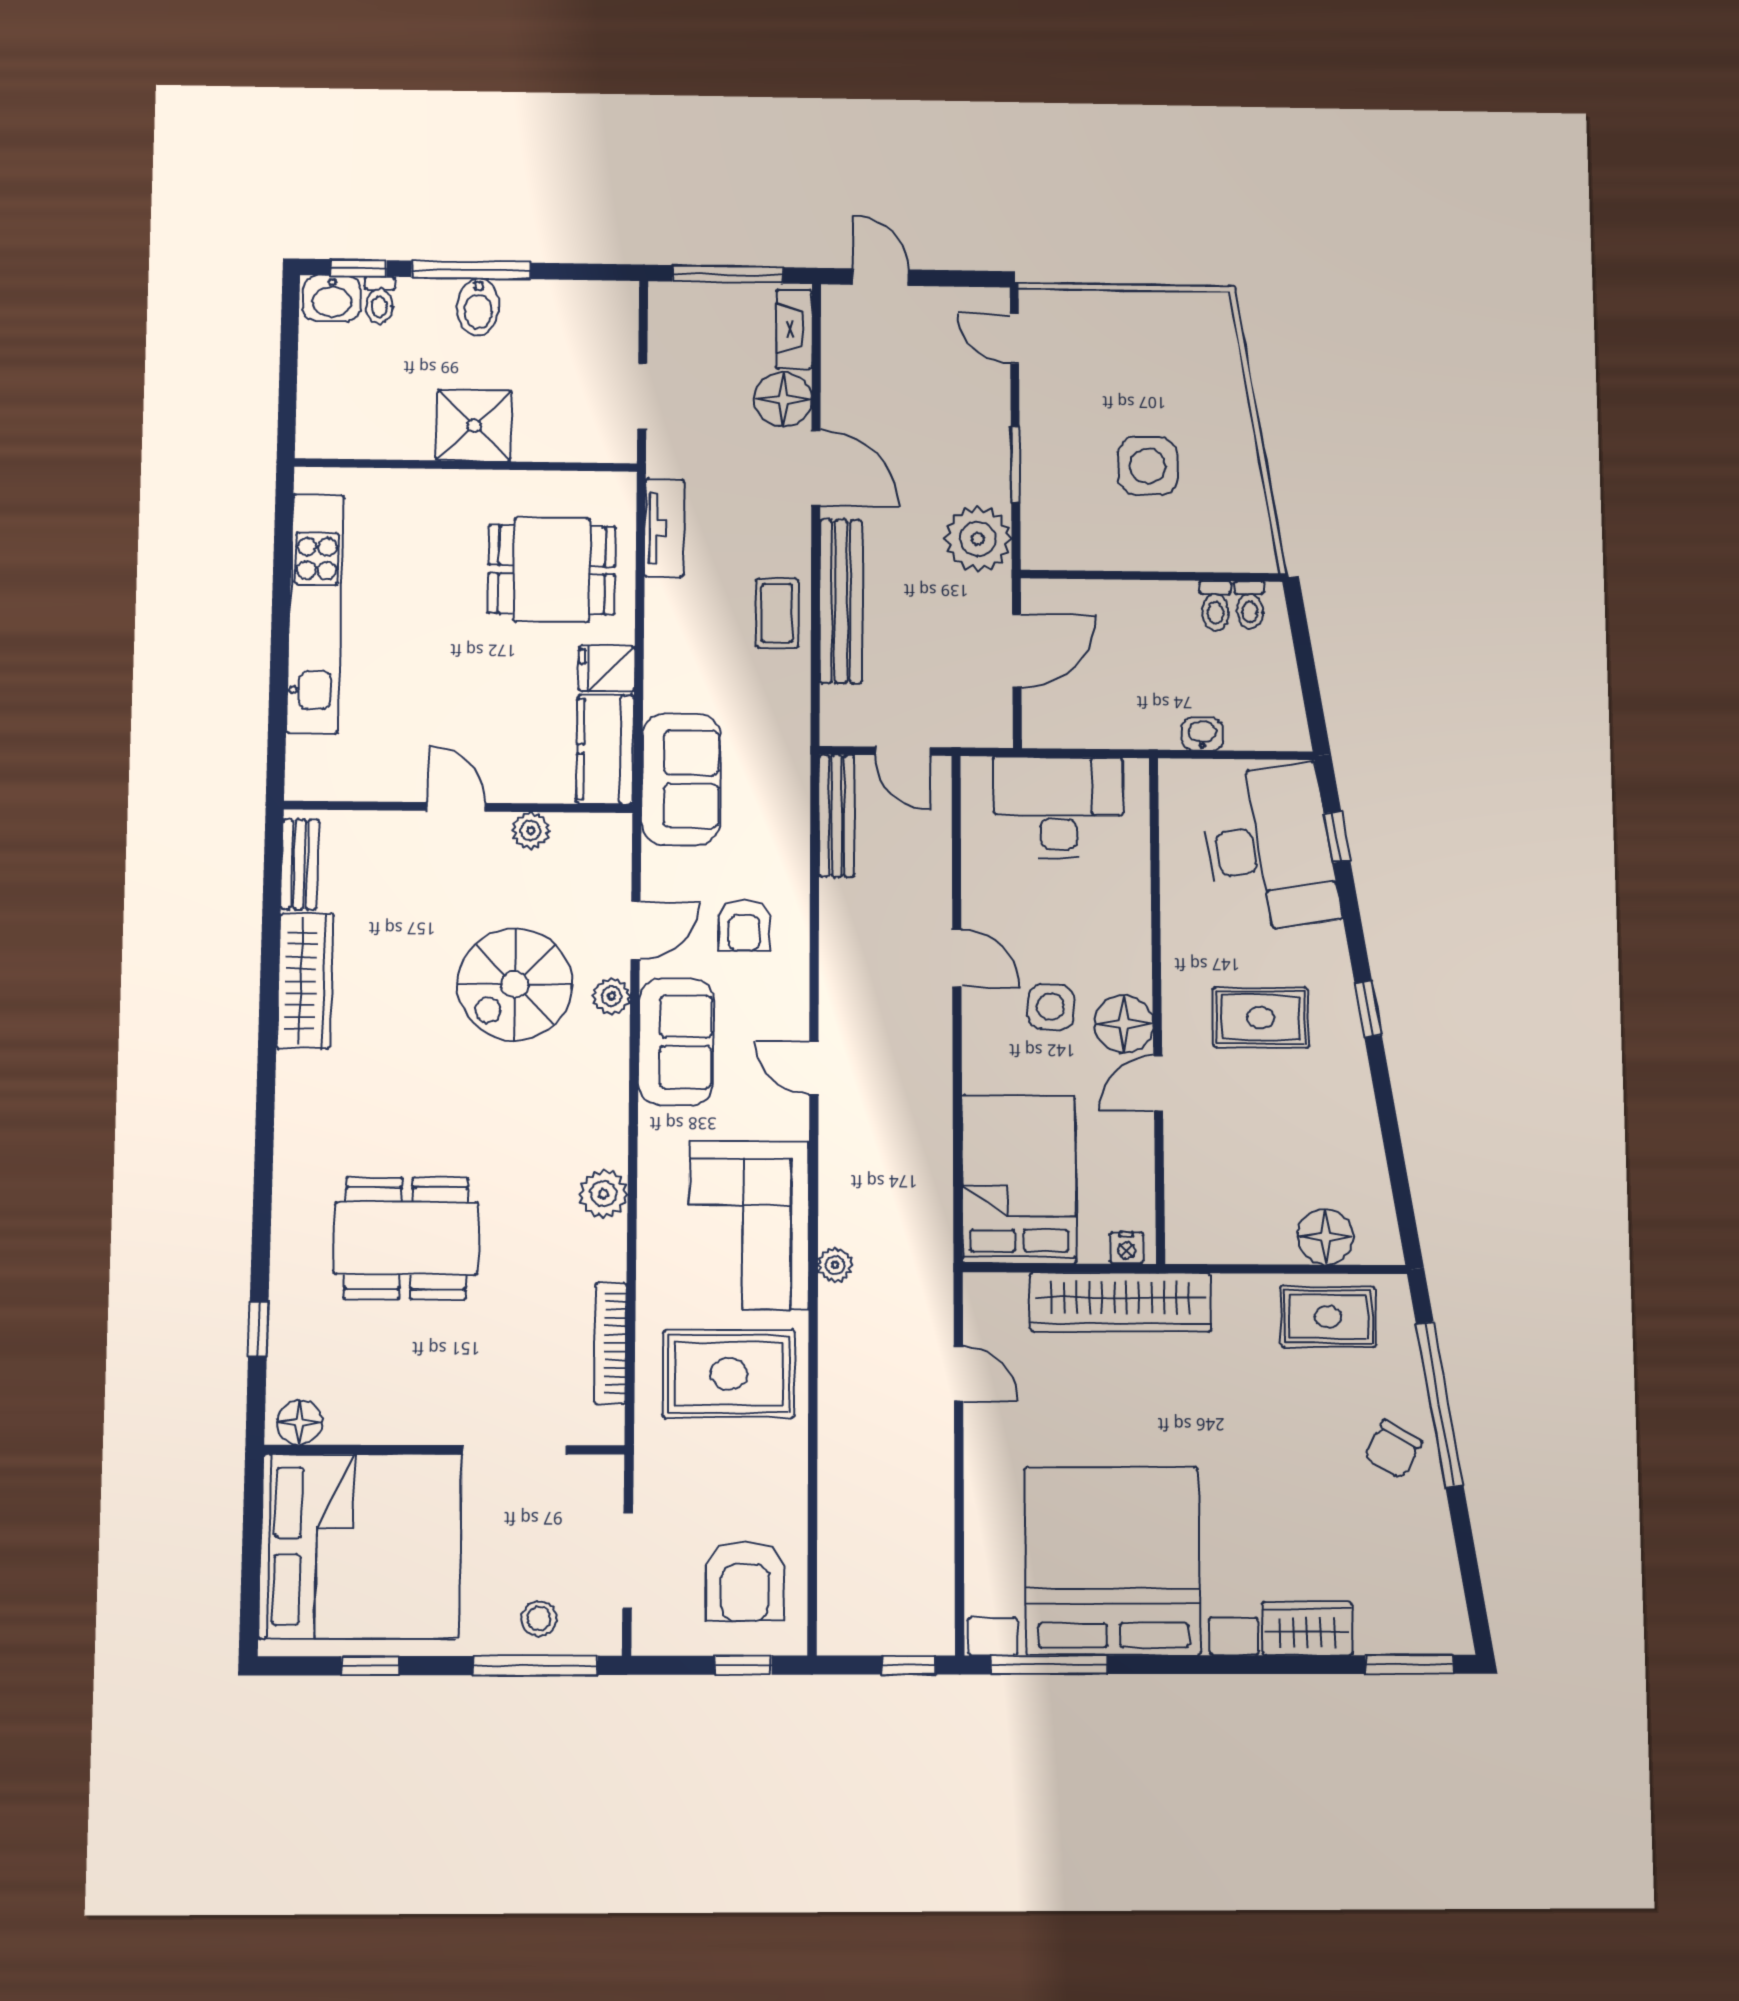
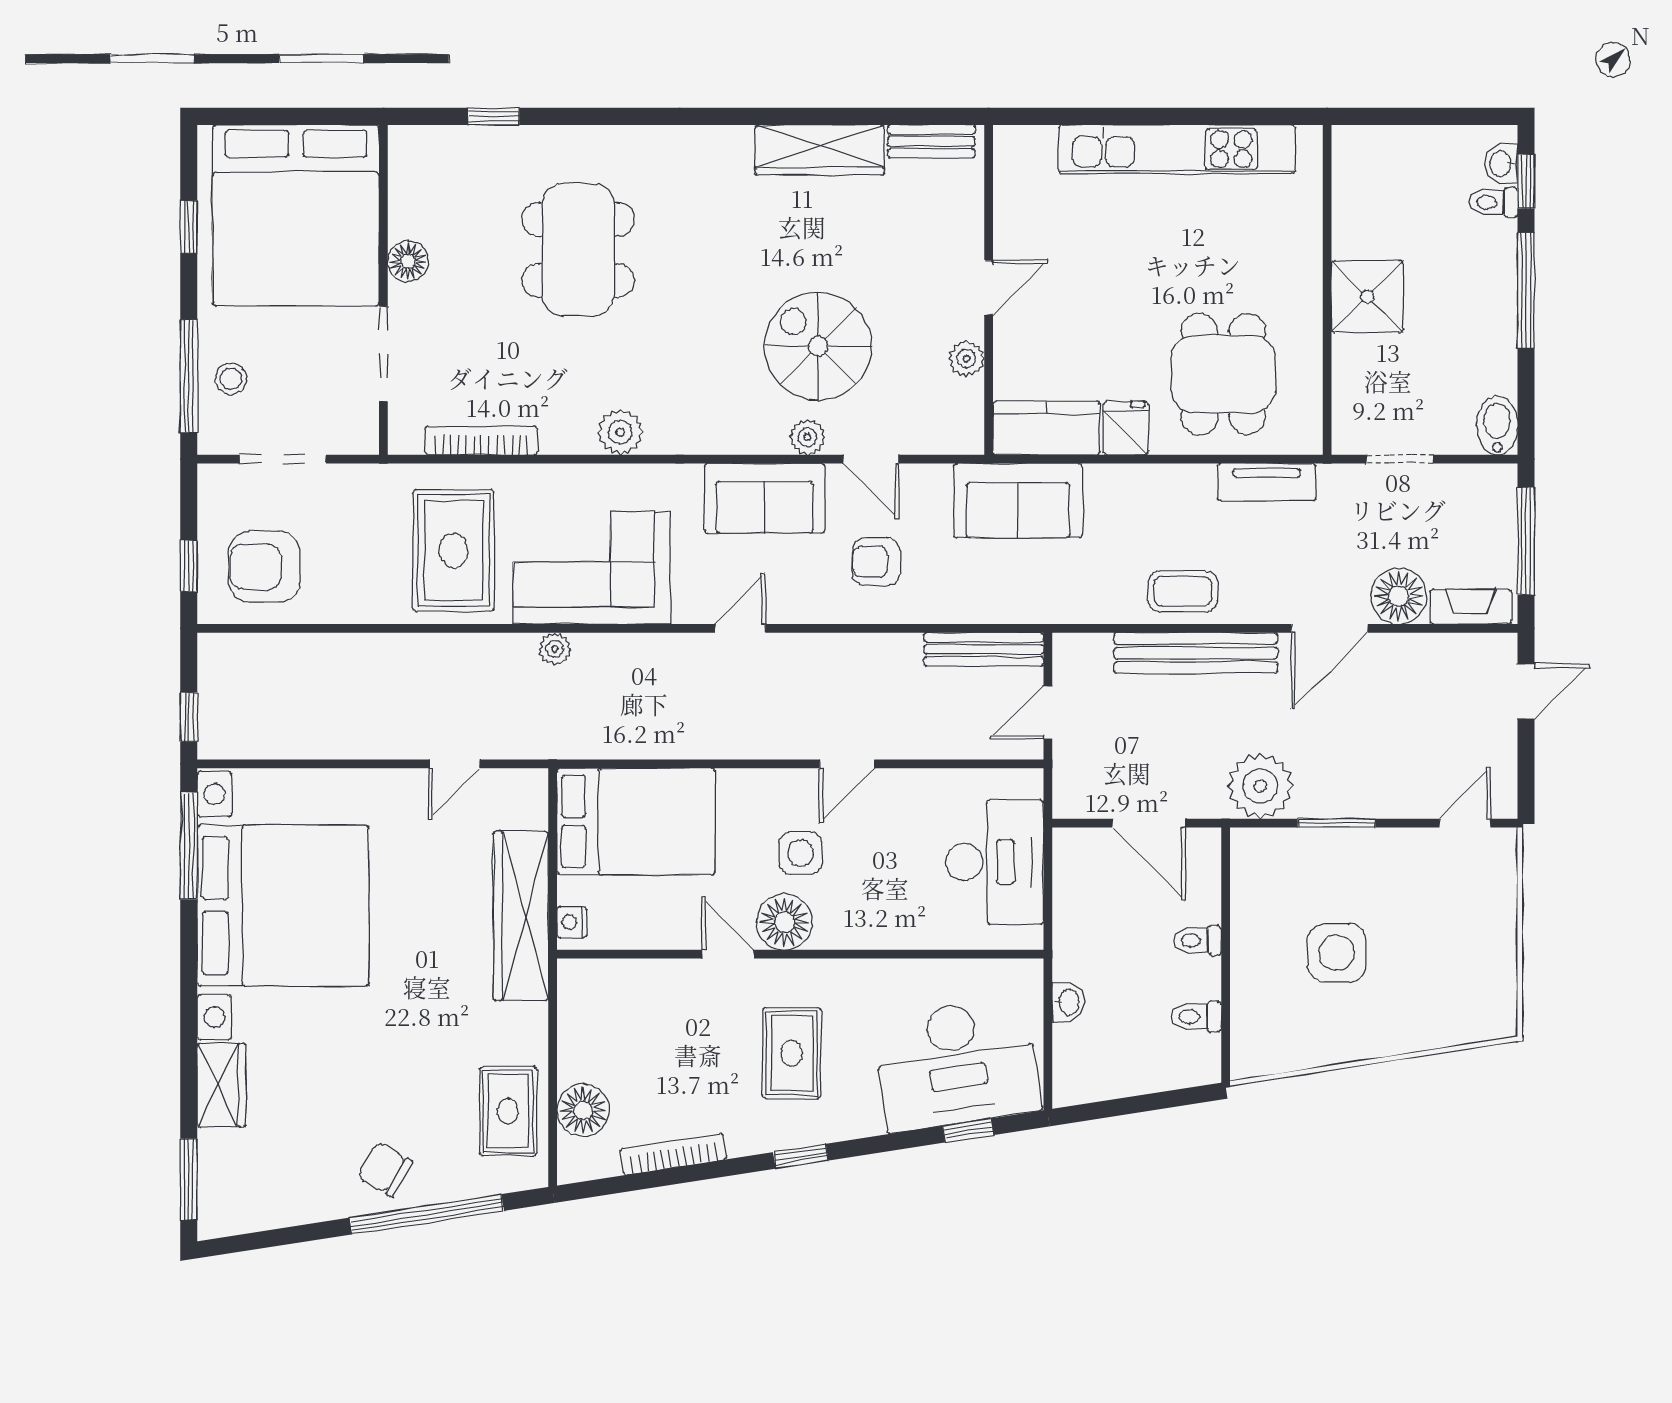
washbasin: (332, 299) -> (1501, 164), width x0.72, depth x0.69
bidet: (478, 307) -> (1497, 426), moved, turned 90
toilet: (1250, 605) -> (1197, 940), moved
bookcase: (1369, 1142) -> (673, 1154), added
floor lamp: (300, 1422) -> (408, 261), moved

